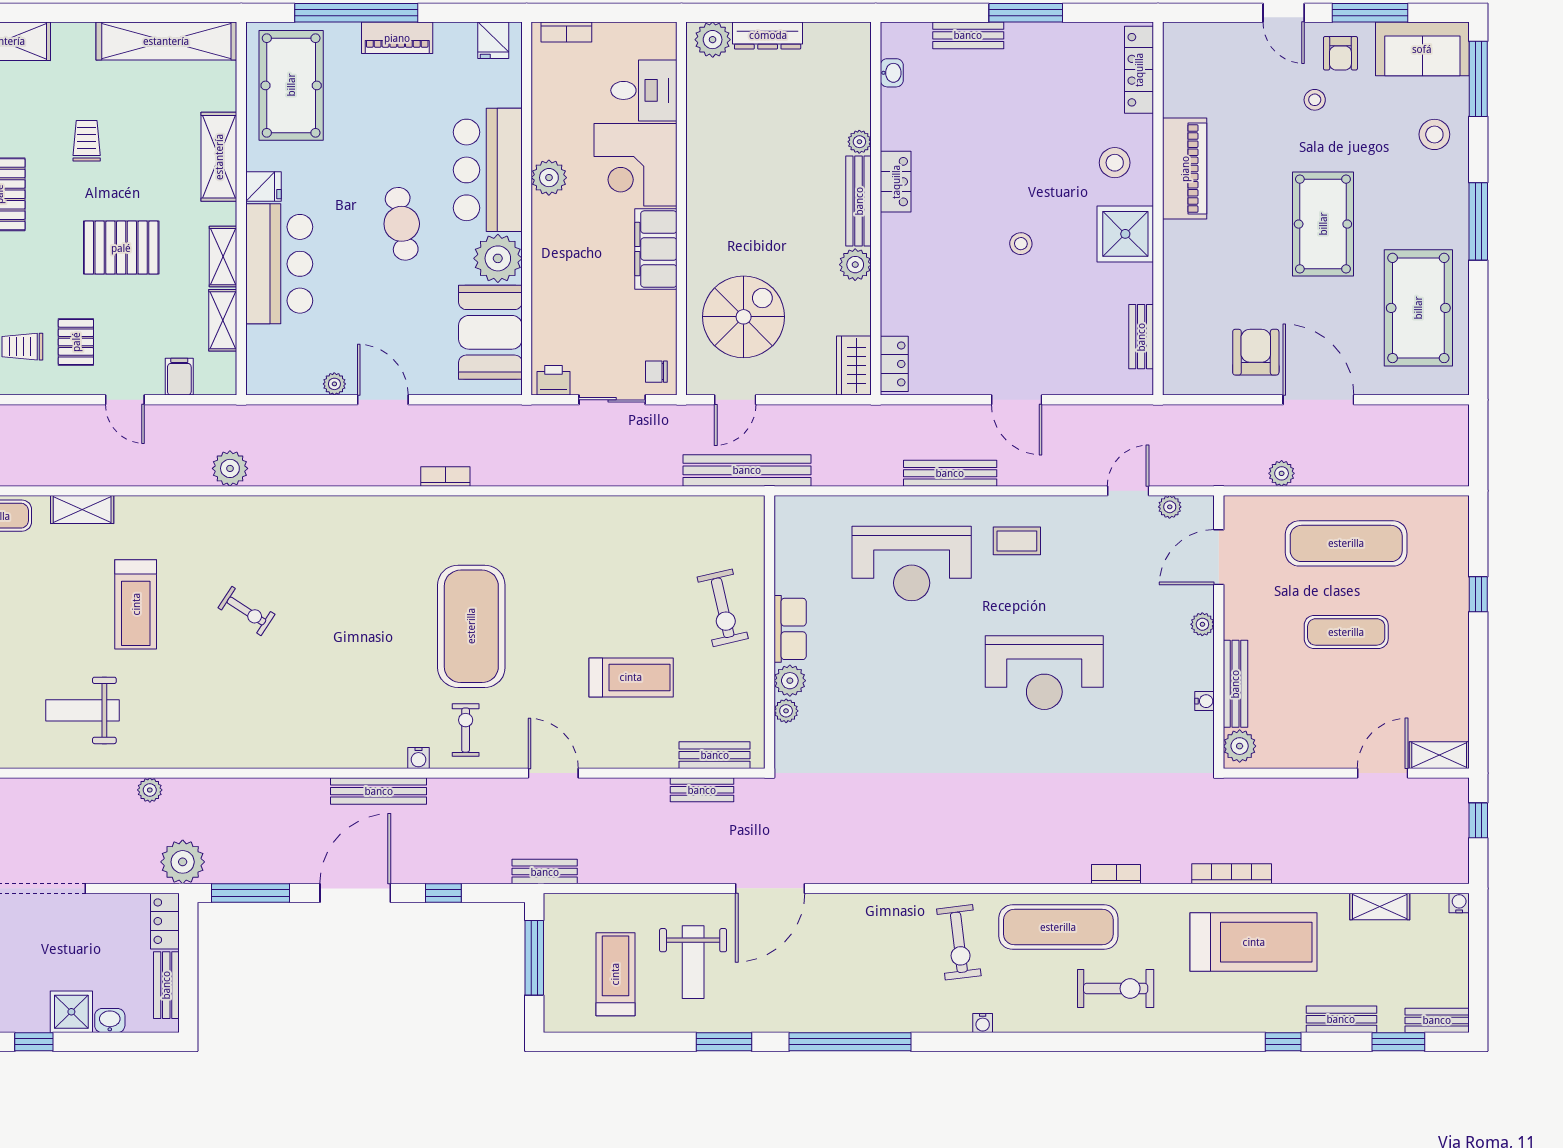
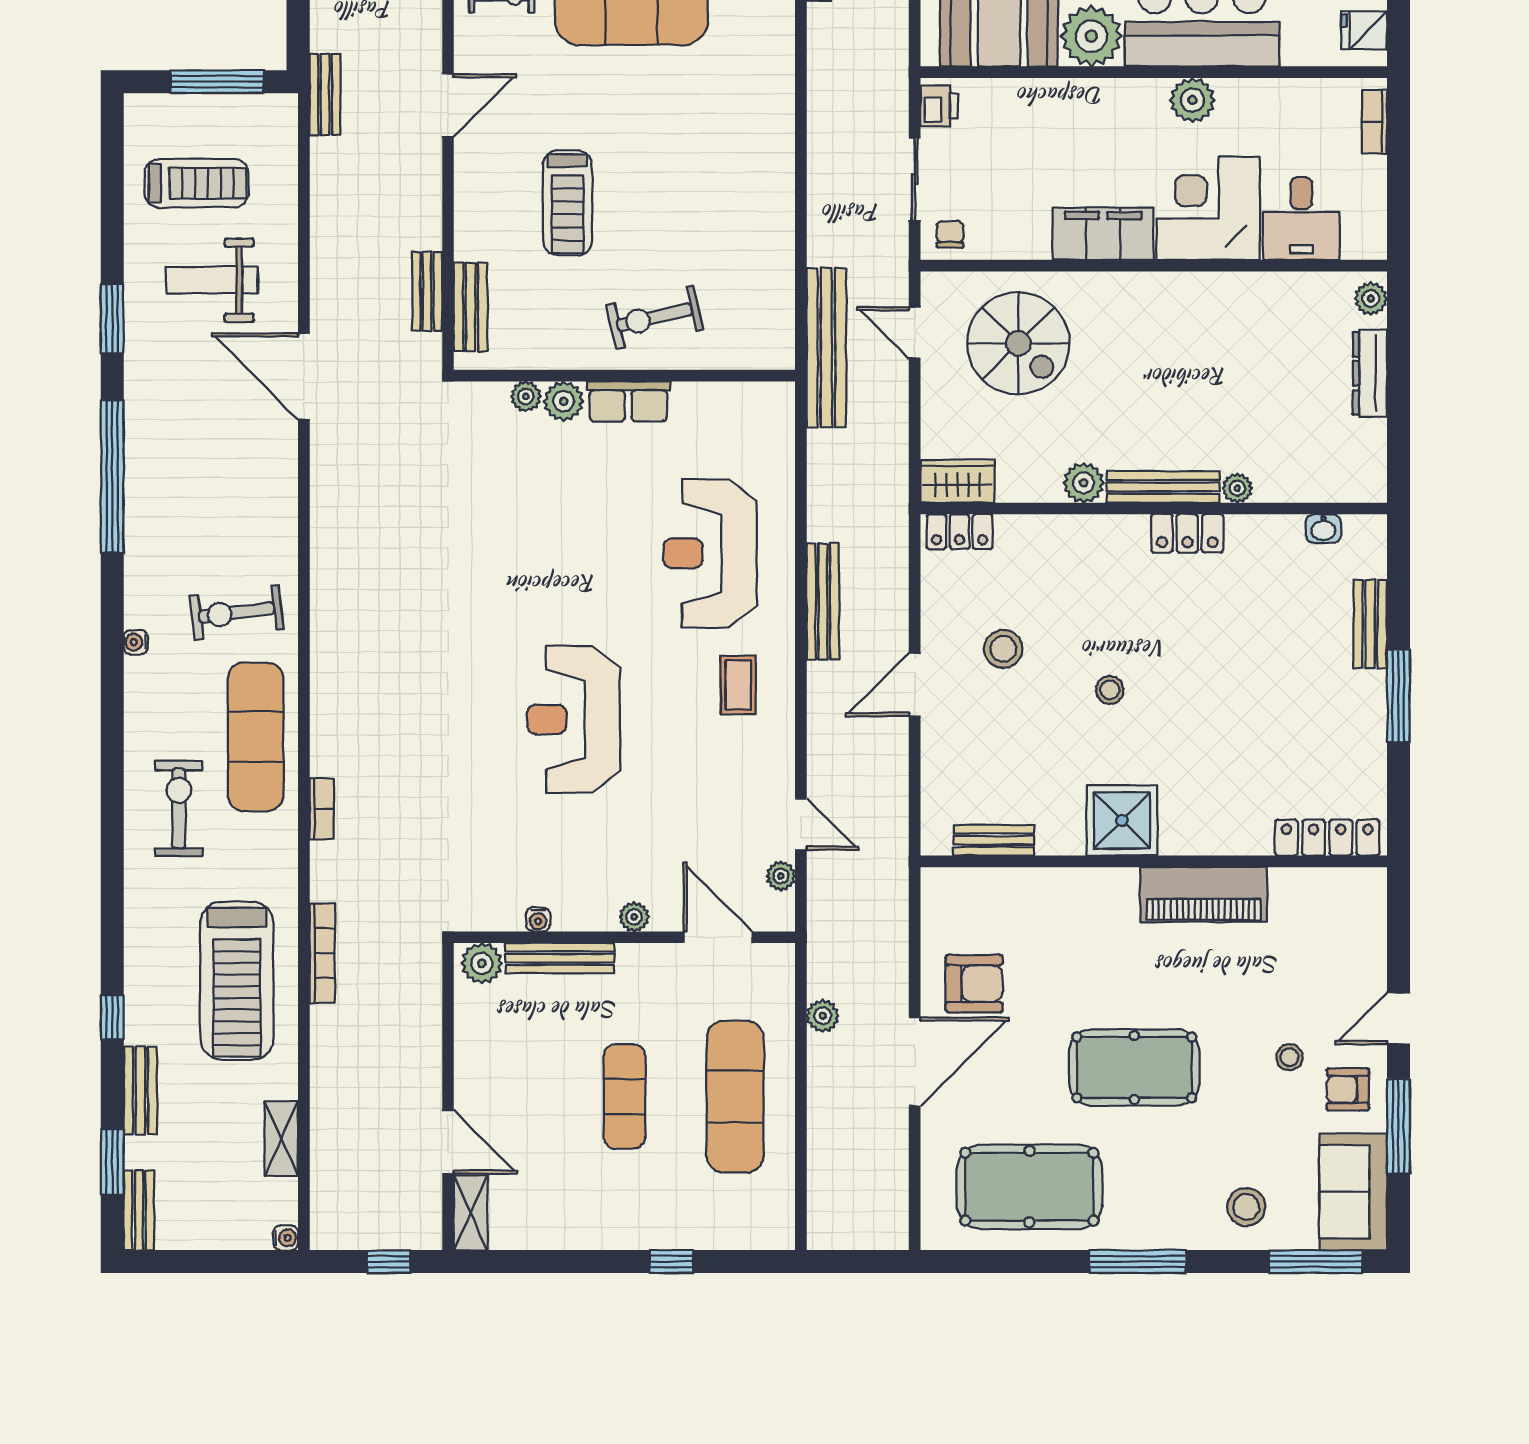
plant: (713, 40) -> (1371, 298), width x0.73, depth x0.73
stool: (1115, 163) -> (1003, 649), moved
exercise bike: (1116, 989) -> (179, 808), turned 180

